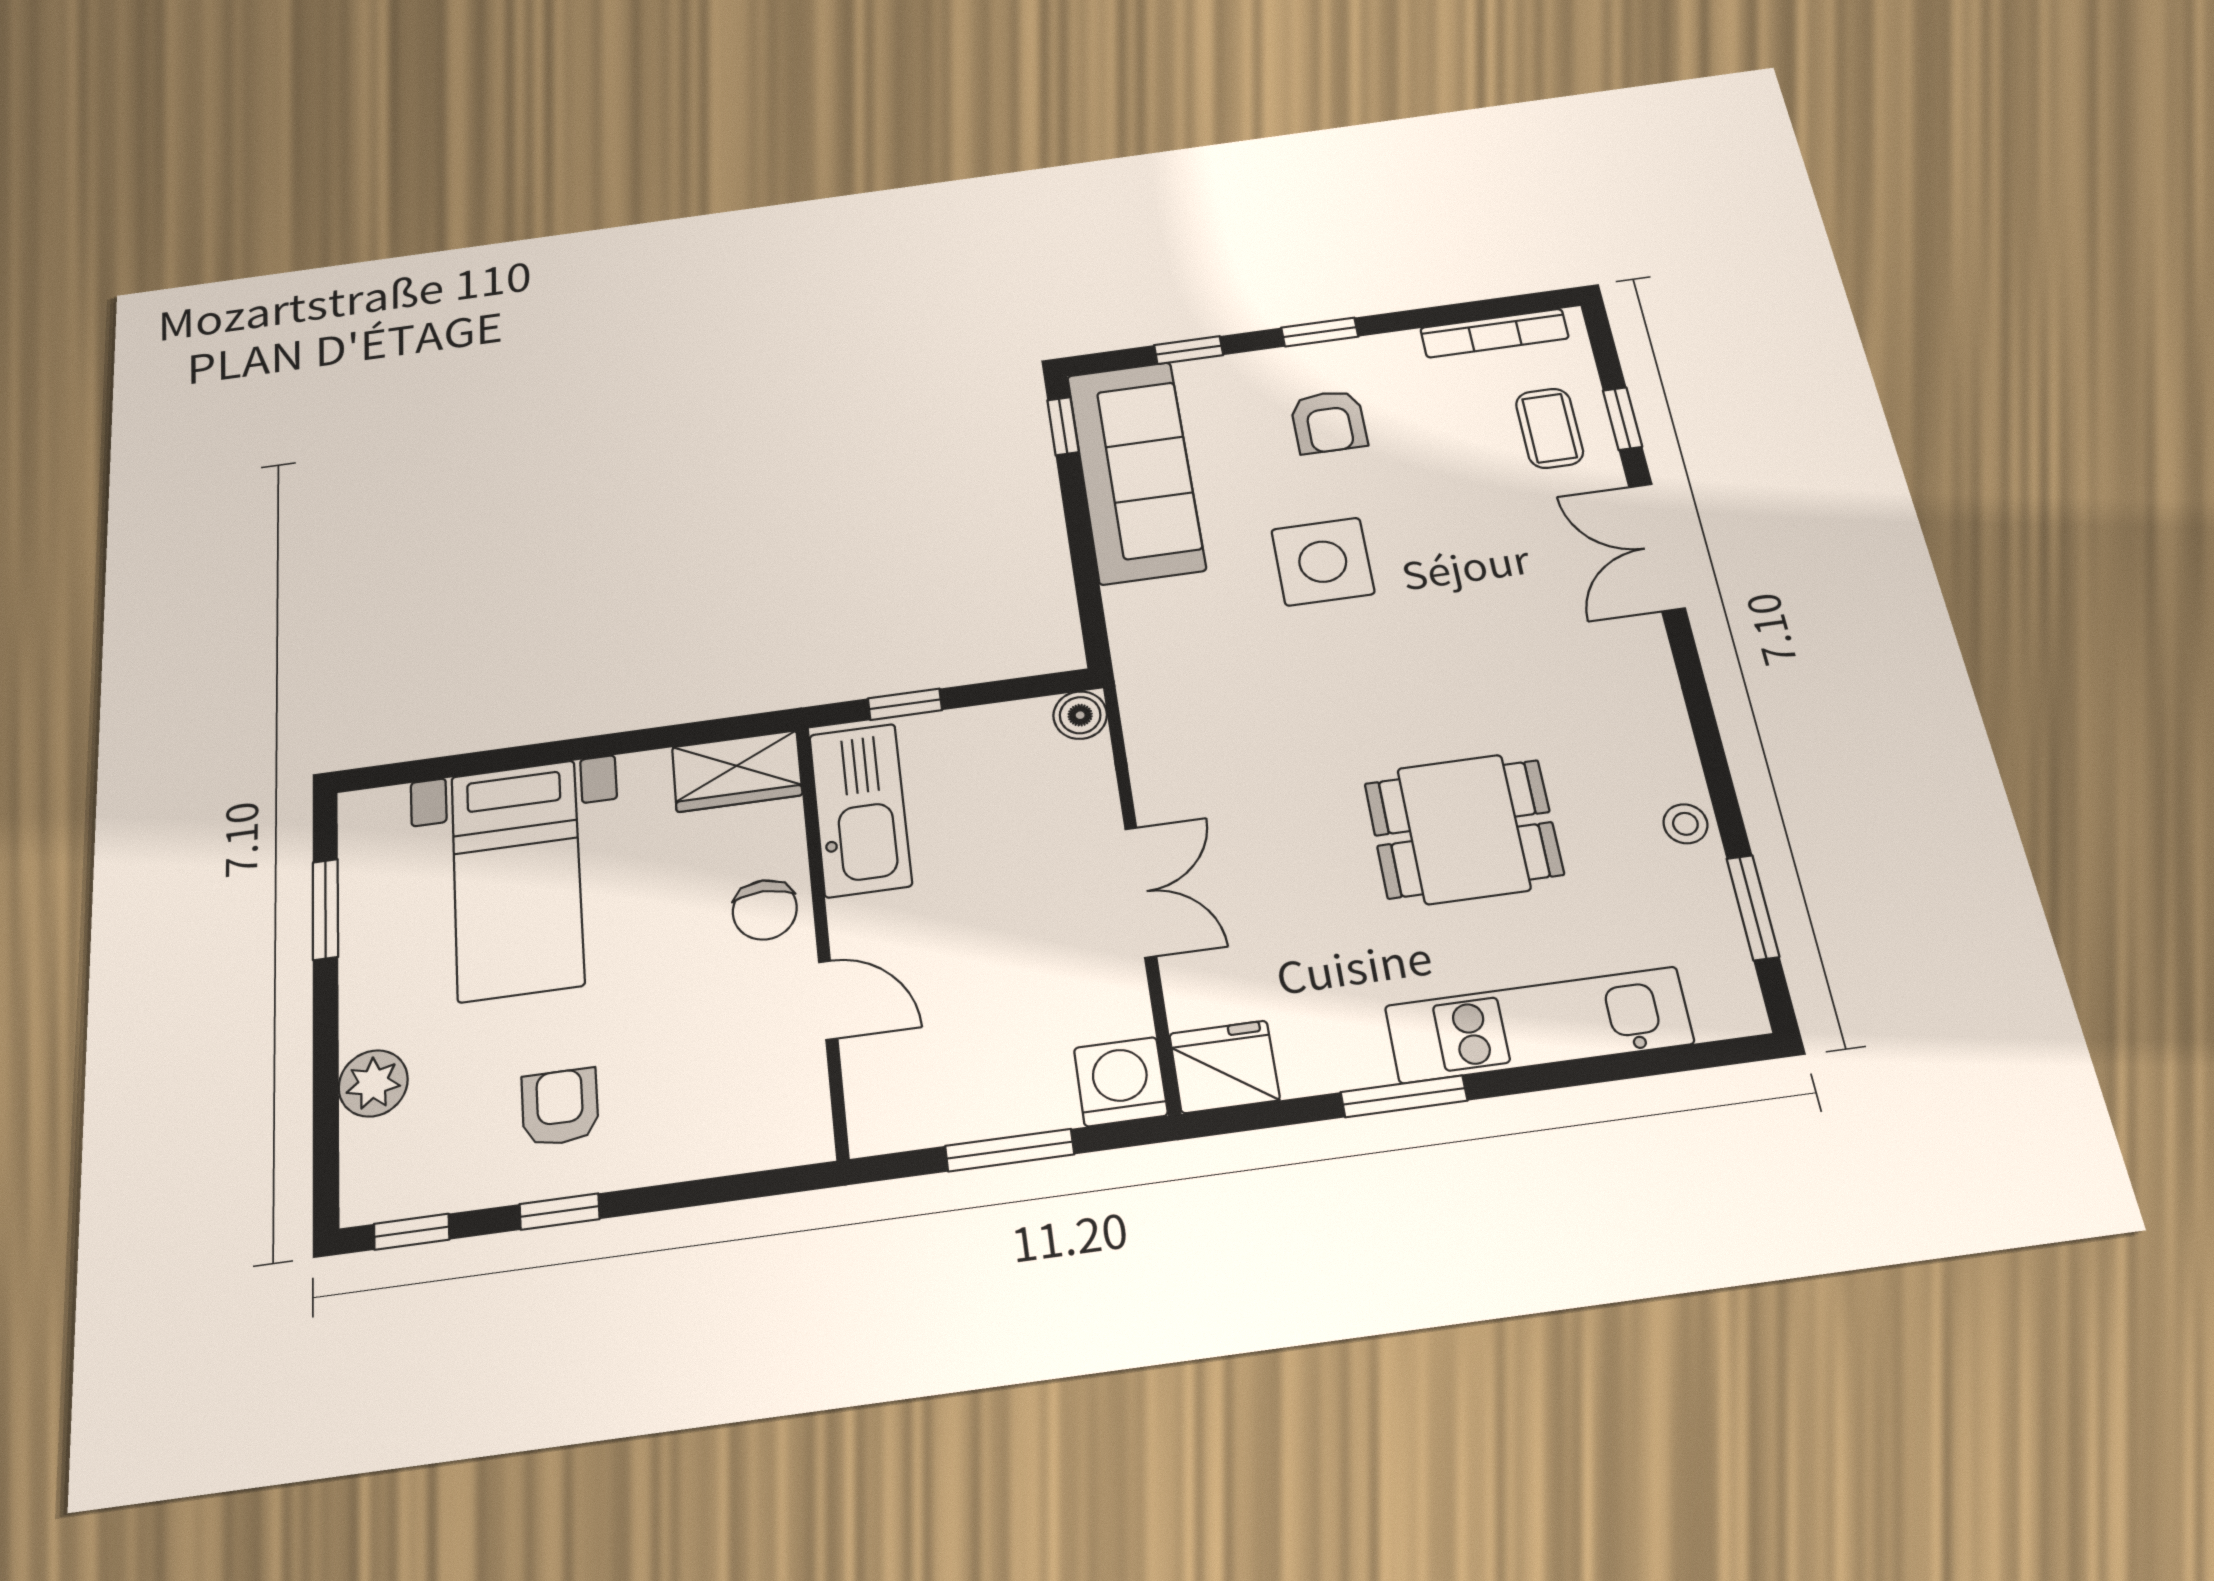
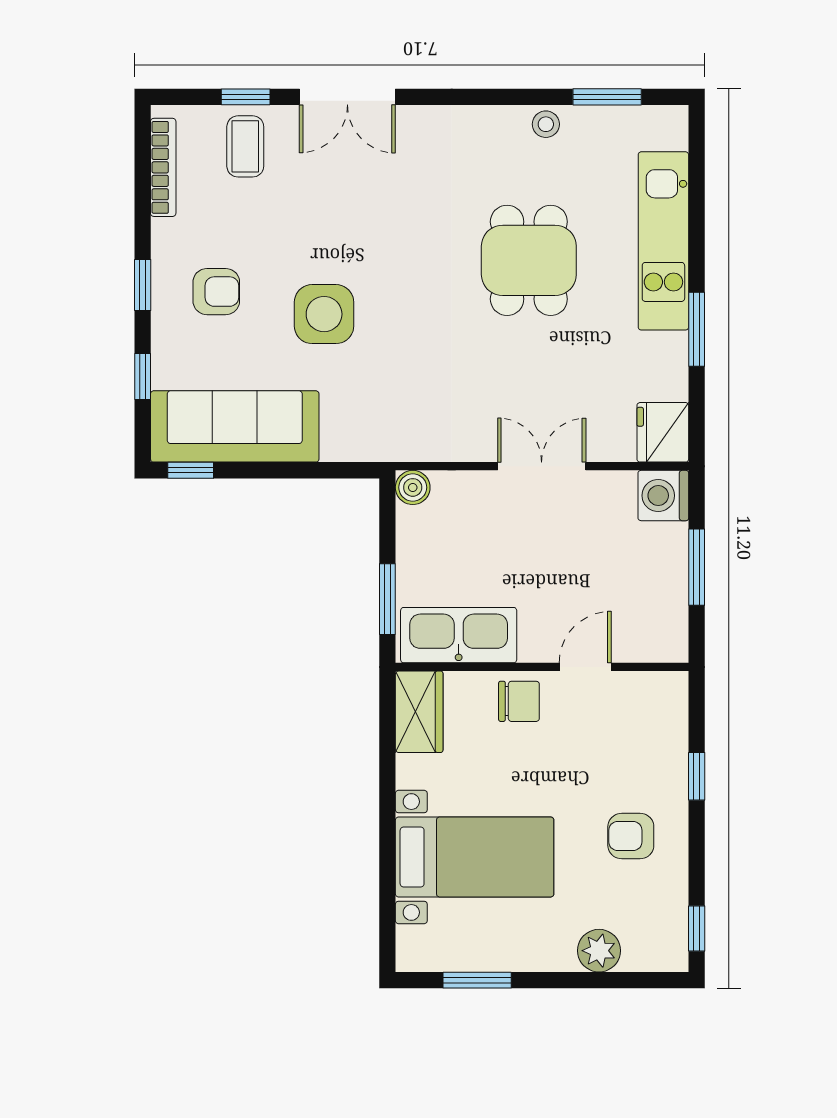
coffee table: (1549, 428) -> (245, 146), turned 90
window: (905, 704) -> (387, 599), width x1.50
window: (560, 1212) -> (697, 776), moved

